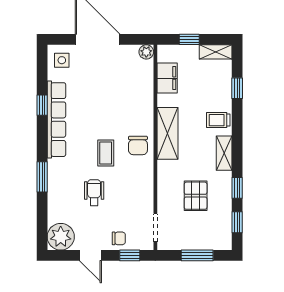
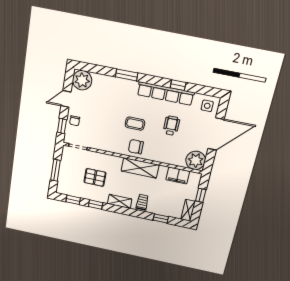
plant: (146, 52) -> (196, 160), width x1.88, depth x1.88
wheelchair: (94, 193) -> (171, 126), moved, turned -90

